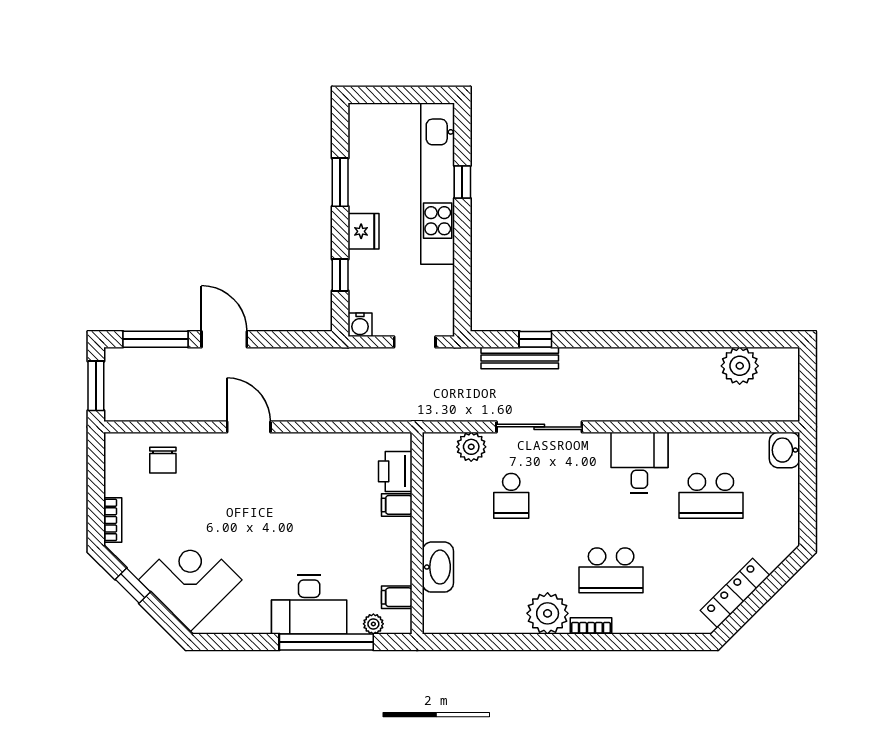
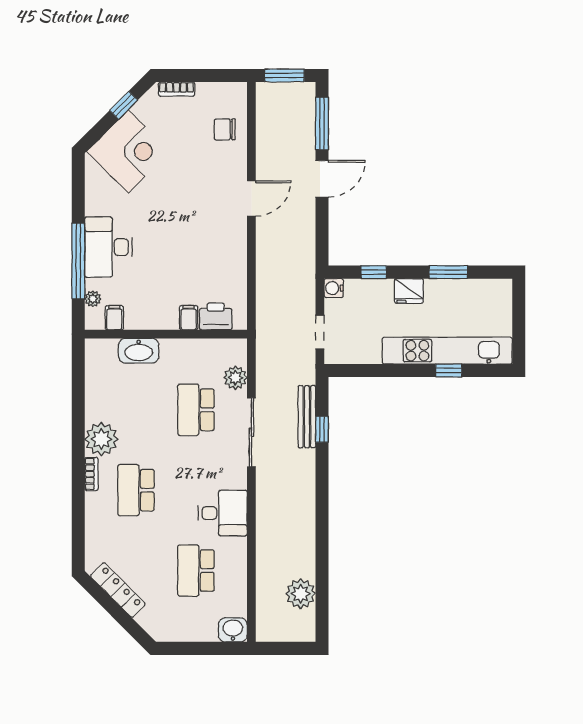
school desk: (511, 496) -> (196, 410), width x1.85

